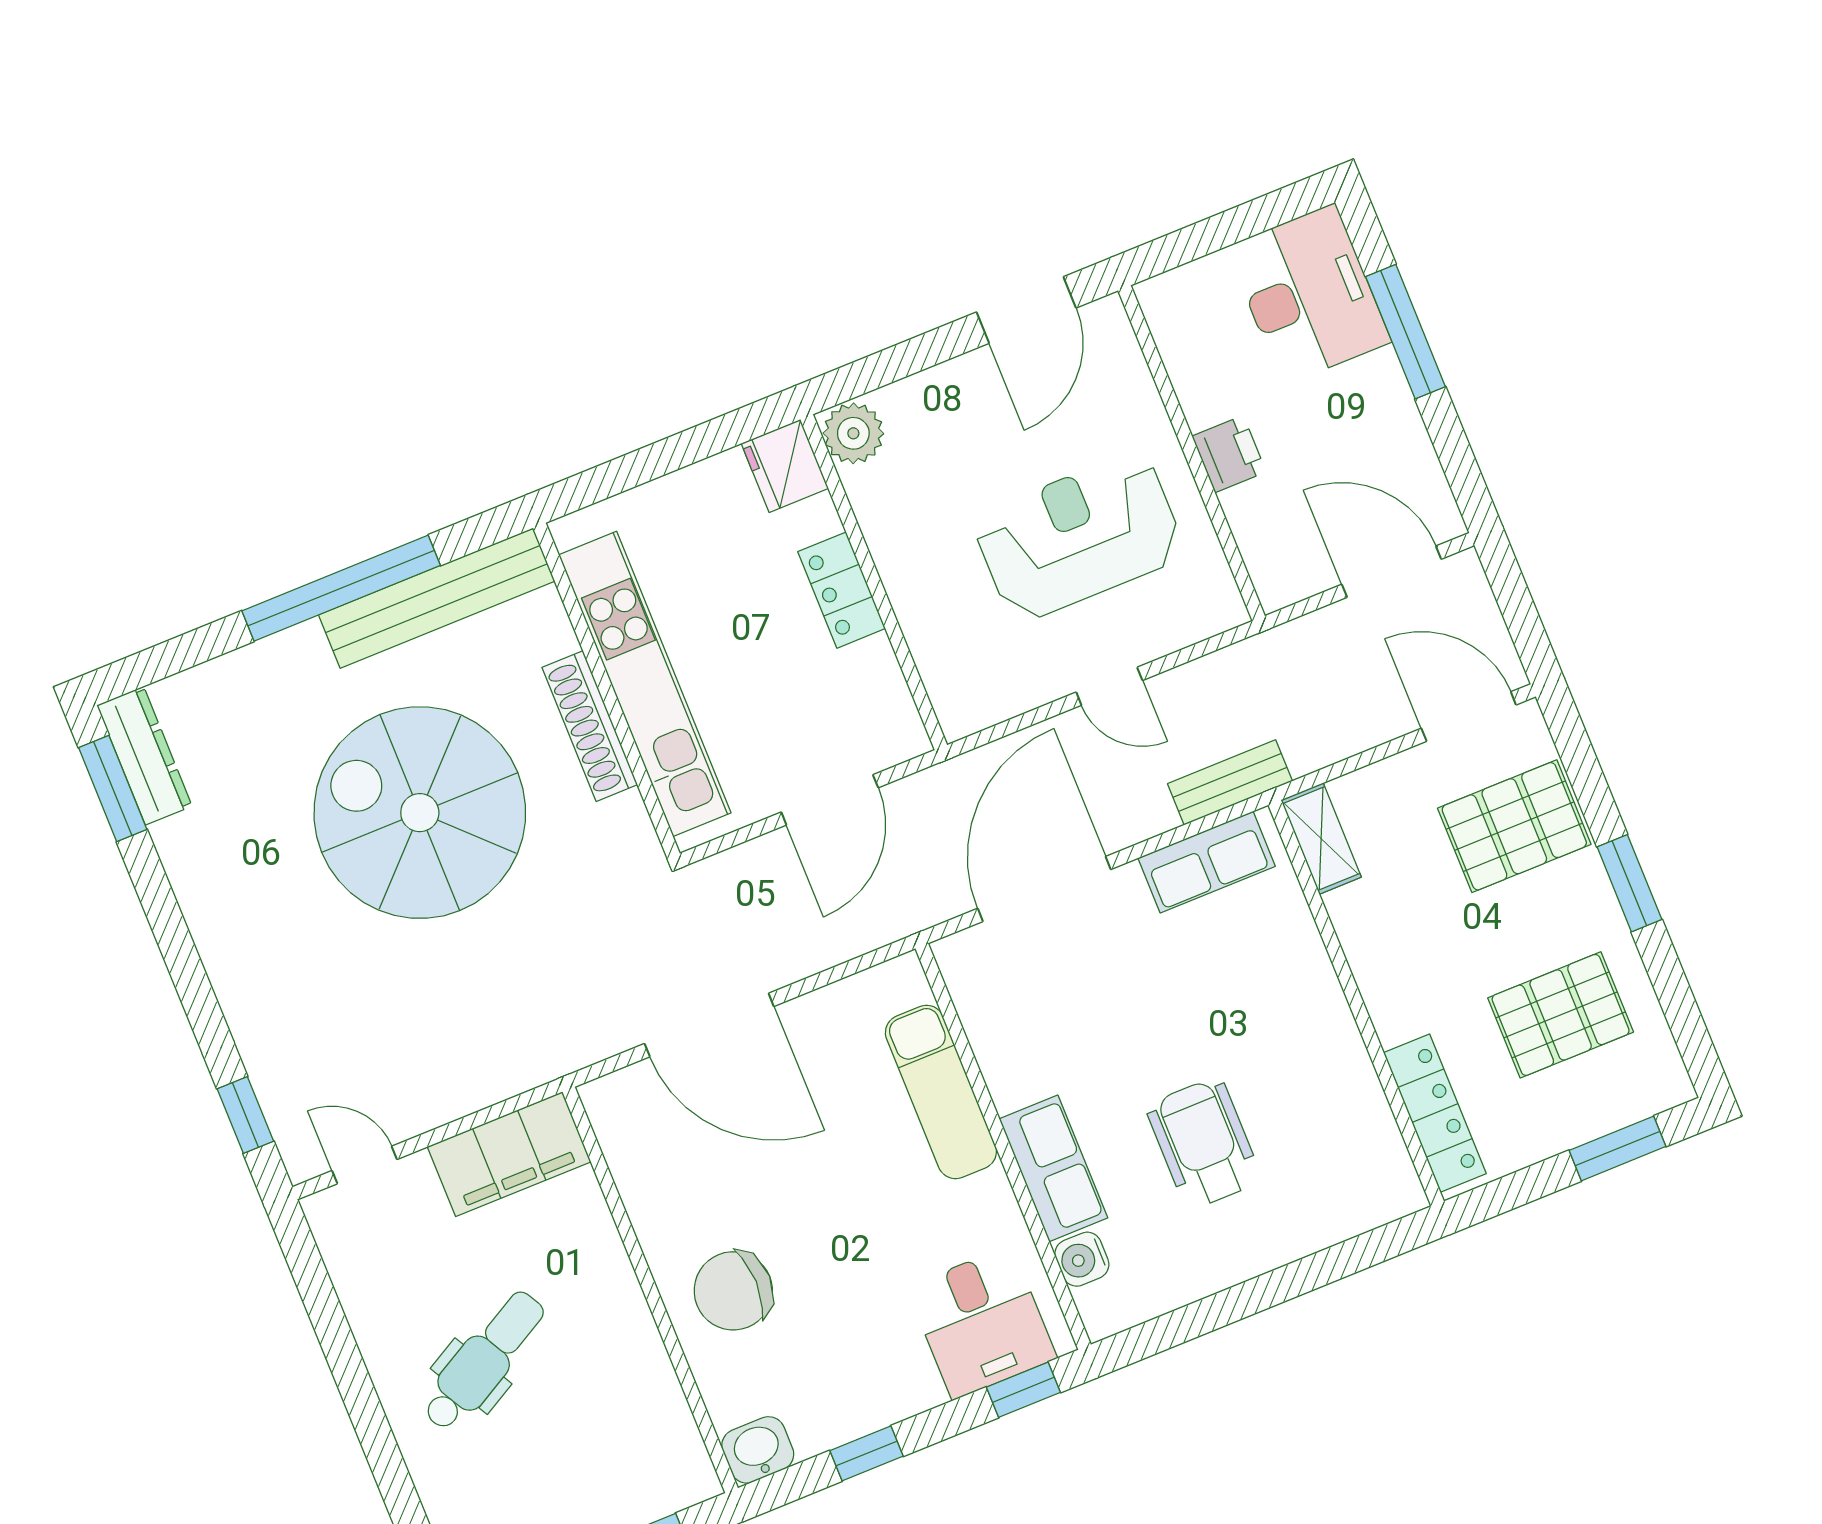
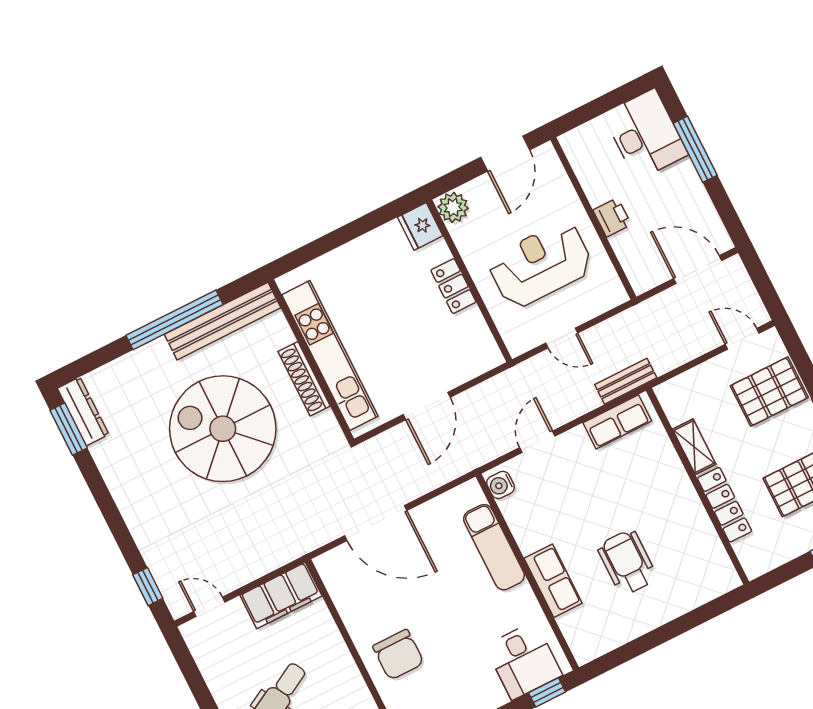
plant: (853, 433) -> (453, 207), moved
fridge: (785, 466) -> (420, 226), moved
wall: (874, 582) -> (469, 281), moved
locker: (842, 590) -> (453, 286), moved
door: (1469, 717) -> (742, 339), width x0.73
shelving: (1321, 839) -> (694, 447), moved
door: (1044, 889) -> (537, 442), width x0.53
locker: (1435, 1113) -> (724, 505), moved
water cooler: (1082, 1259) -> (501, 485), moved
chair: (733, 1291) -> (398, 655), turned -90

